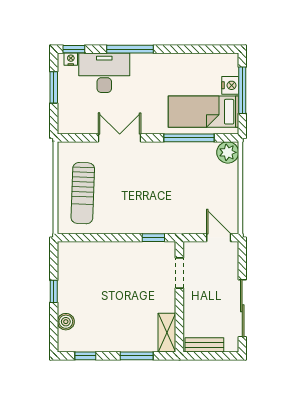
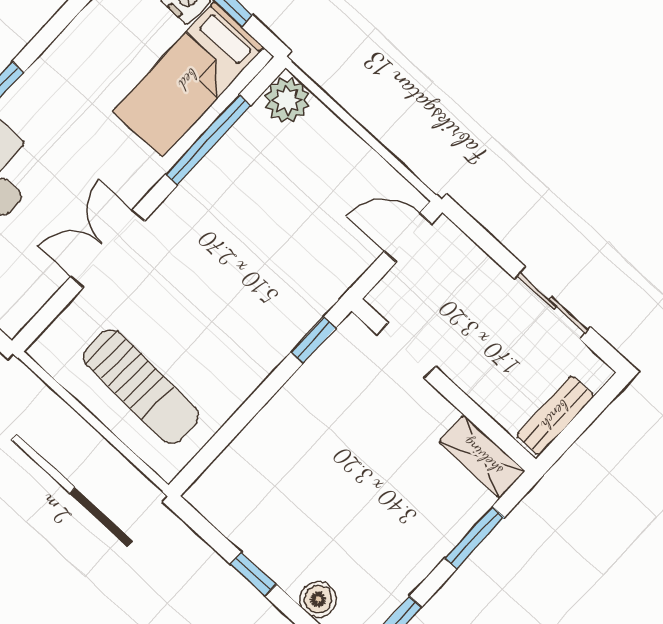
sliding door: (242, 308) -> (553, 303), width x0.73

